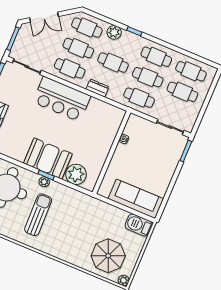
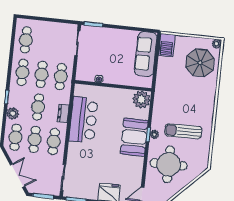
cafe table: (182, 92) -> (45, 42), removed
bar counter: (62, 99) -> (83, 120), moved
plant: (76, 174) -> (141, 99), moved

